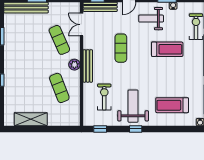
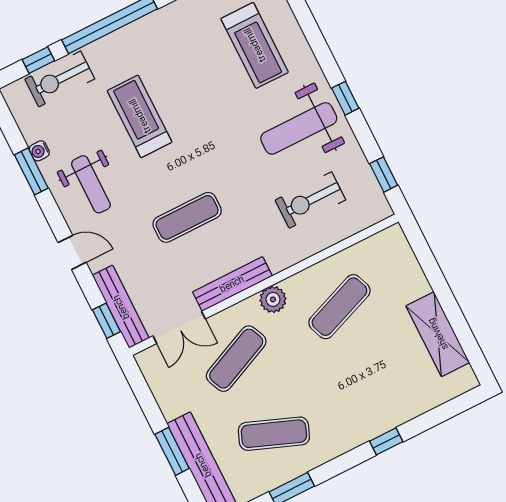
exercise mat: (24, 40) -> (274, 434), added
bench: (88, 66) -> (232, 284), moved

